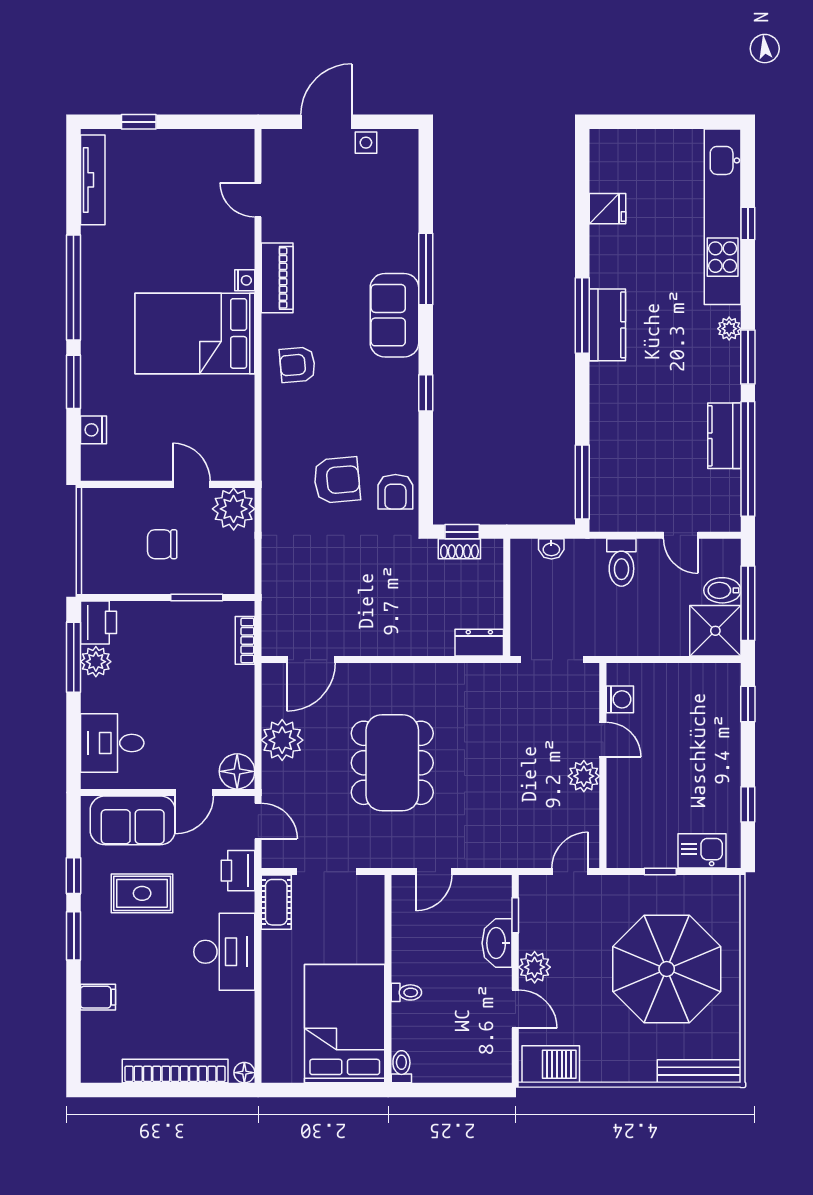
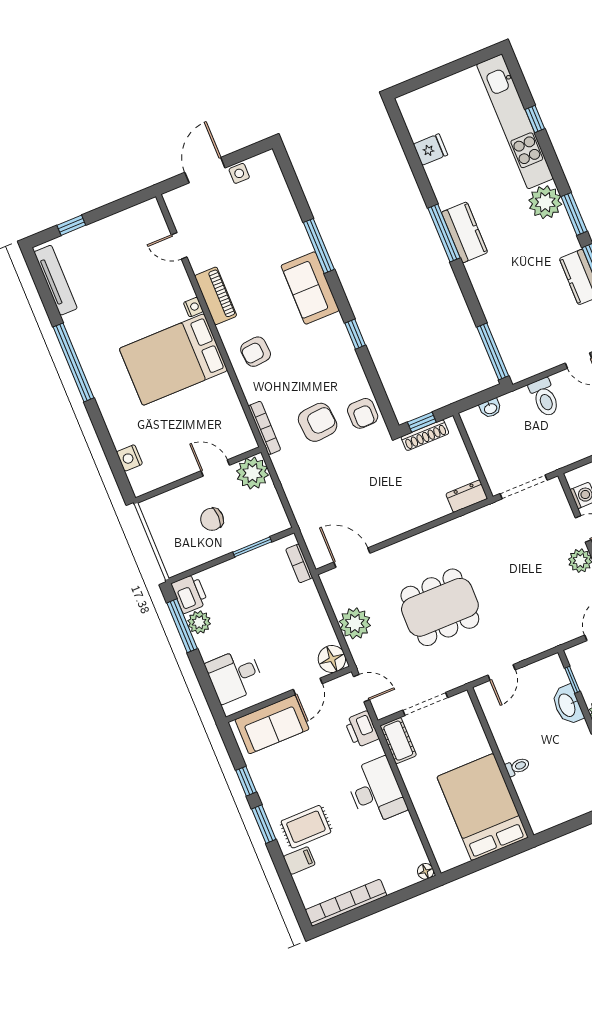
plant: (729, 329) -> (545, 202), width x1.88, depth x1.88
window: (74, 382) -> (101, 430), removed
bookcase: (270, 461) -> (264, 428), added
shoe rack: (459, 549) -> (425, 435), width x1.43
door: (311, 660) -> (352, 558), swing flipped
dining table: (392, 763) -> (440, 607), turned 90
rug: (142, 893) -> (306, 827), moved
toilet: (401, 1067) -> (536, 821), removed
bookcase: (175, 1071) -> (346, 903), moved

